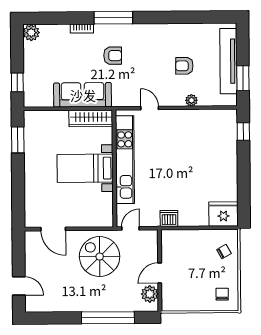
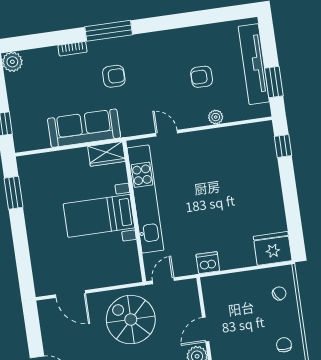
wardrobe: (91, 118) -> (106, 154), width x0.67

